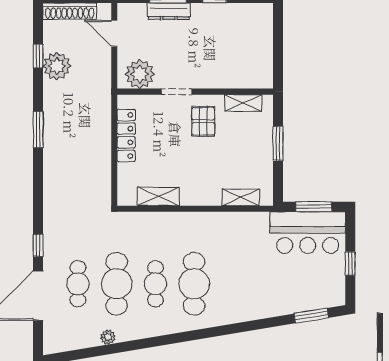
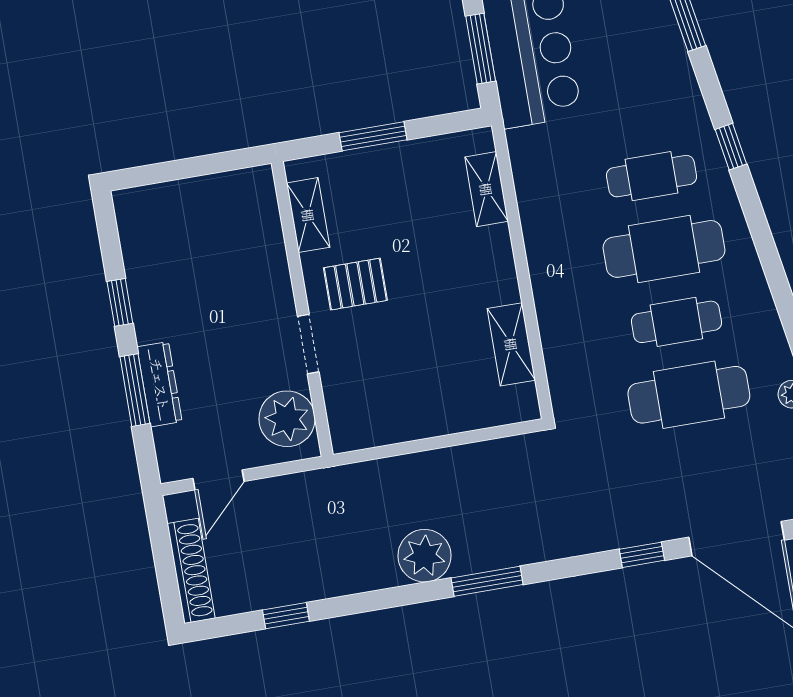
plant: (57, 66) -> (424, 556), moved
window: (38, 130) -> (487, 581), moved
locker: (126, 135) -> (407, 425), removed
cafe table: (78, 284) -> (652, 176), moved
window: (241, 327) -> (731, 147), added

